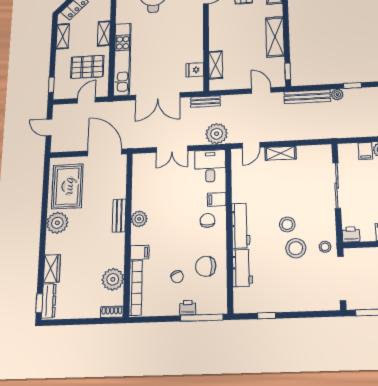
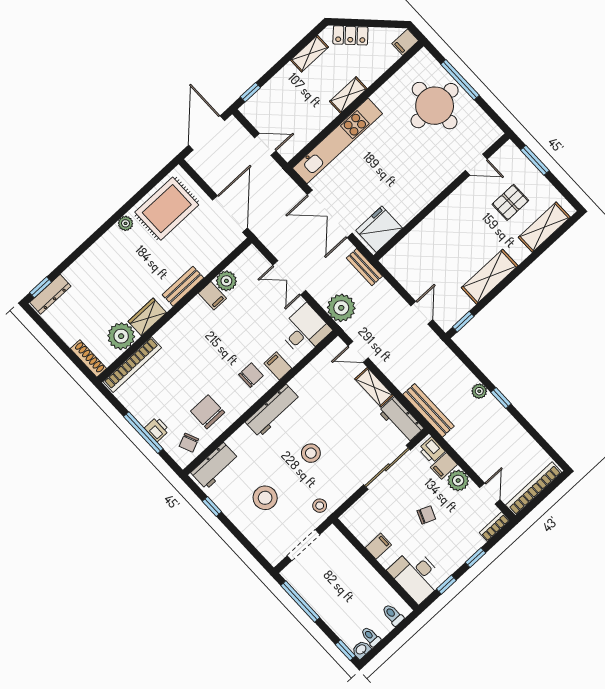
shelving: (216, 65) -> (410, 243), removed
pallet: (87, 67) -> (299, 112), removed
fridge: (195, 70) -> (379, 229), width x1.88, depth x1.34
bench: (307, 97) -> (428, 410), moved
door: (49, 127) -> (207, 133), width x1.87
workbench: (314, 154) -> (401, 420), added
plant: (139, 219) -> (226, 281), moved
plant: (57, 223) -> (126, 223), width x0.53, depth x0.53
printer: (351, 234) -> (432, 450), moved, turned 180
stool: (296, 248) -> (265, 498), moved
filing cabinet: (140, 252) -> (212, 296), moved
workbench: (242, 268) -> (215, 466), moved
wardrobe: (52, 269) -> (147, 317), moved, turned 180
chair: (177, 277) -> (189, 443), moved
doorway: (342, 278) -> (303, 545), width x0.73
shoe rack: (112, 312) -> (88, 358), width x1.43
window: (202, 318) -> (143, 433), moved

